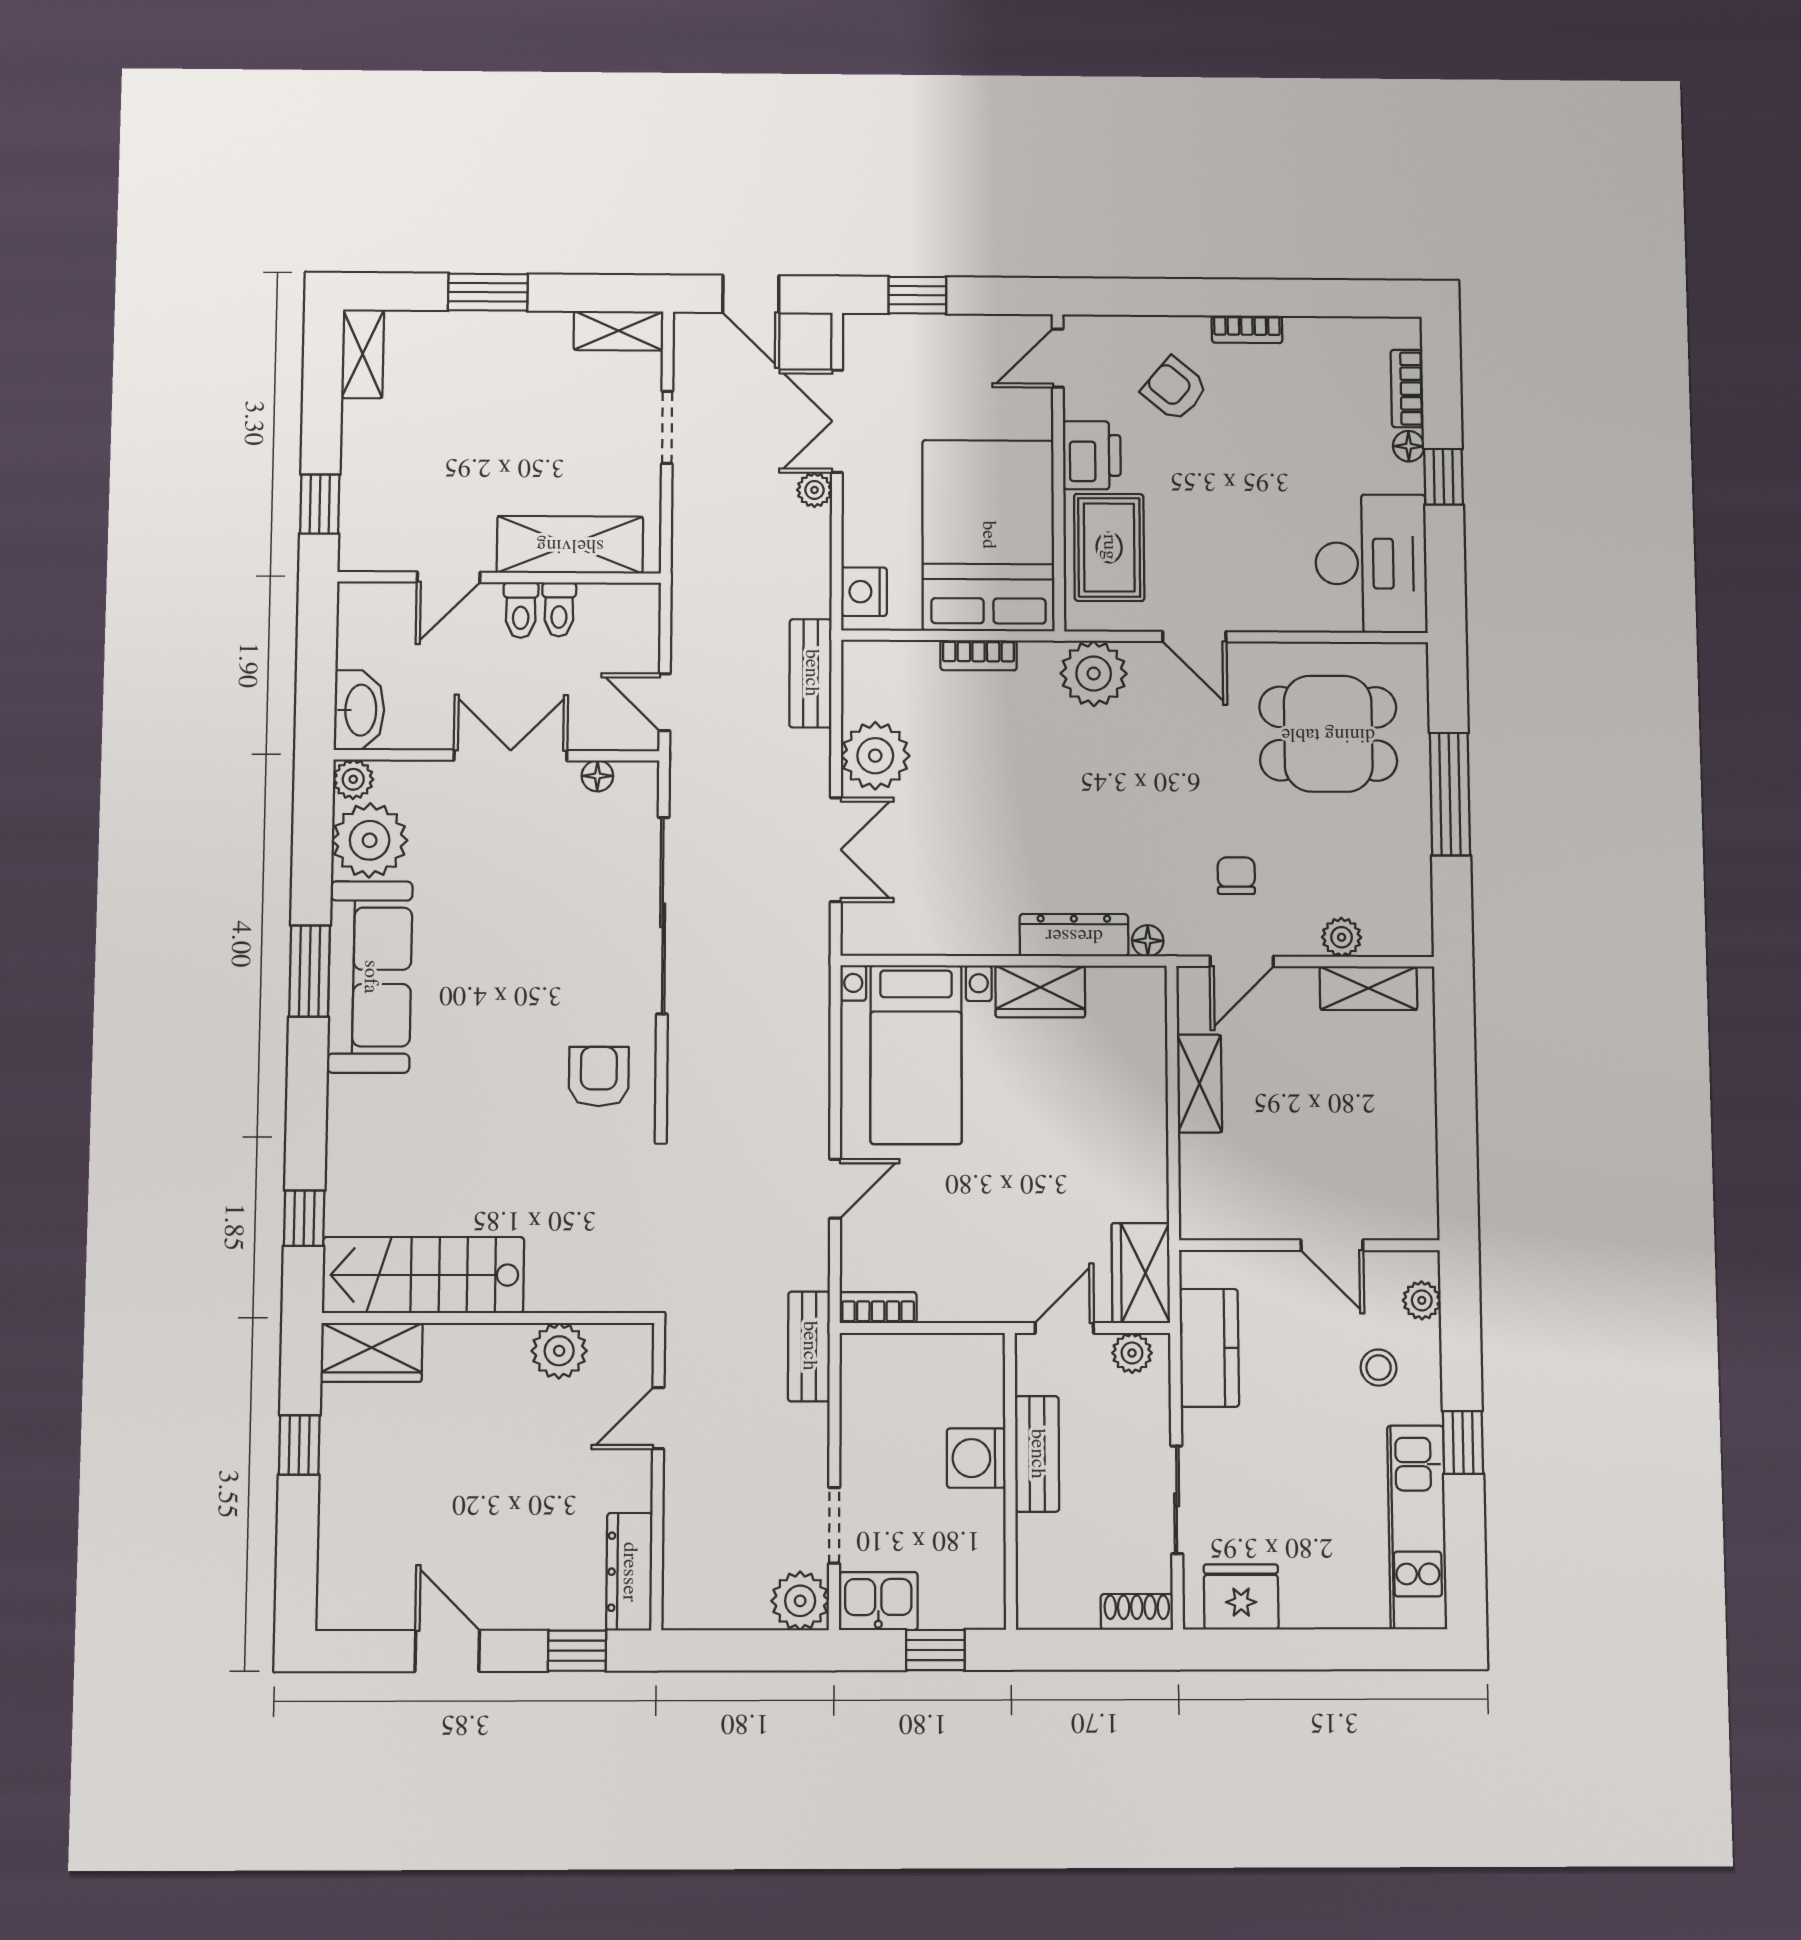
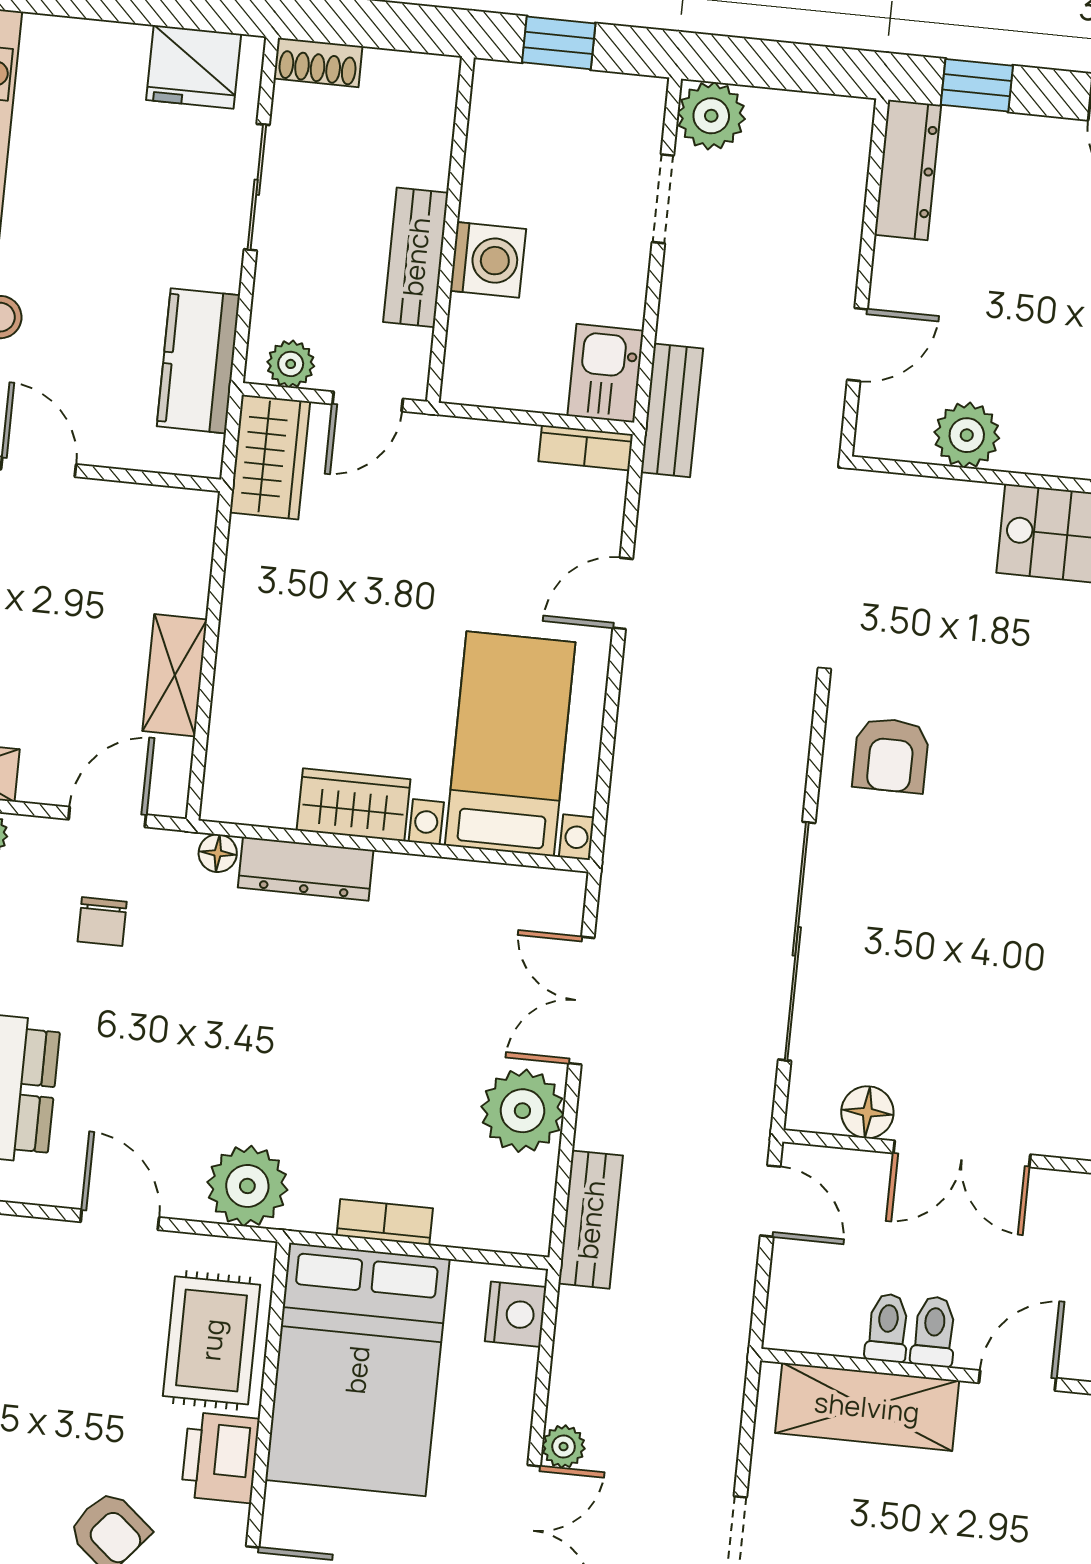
floor lamp: (597, 776) -> (867, 1112), width x1.37, depth x1.37
kitchen sink: (878, 1601) -> (605, 373), moved, turned 90

